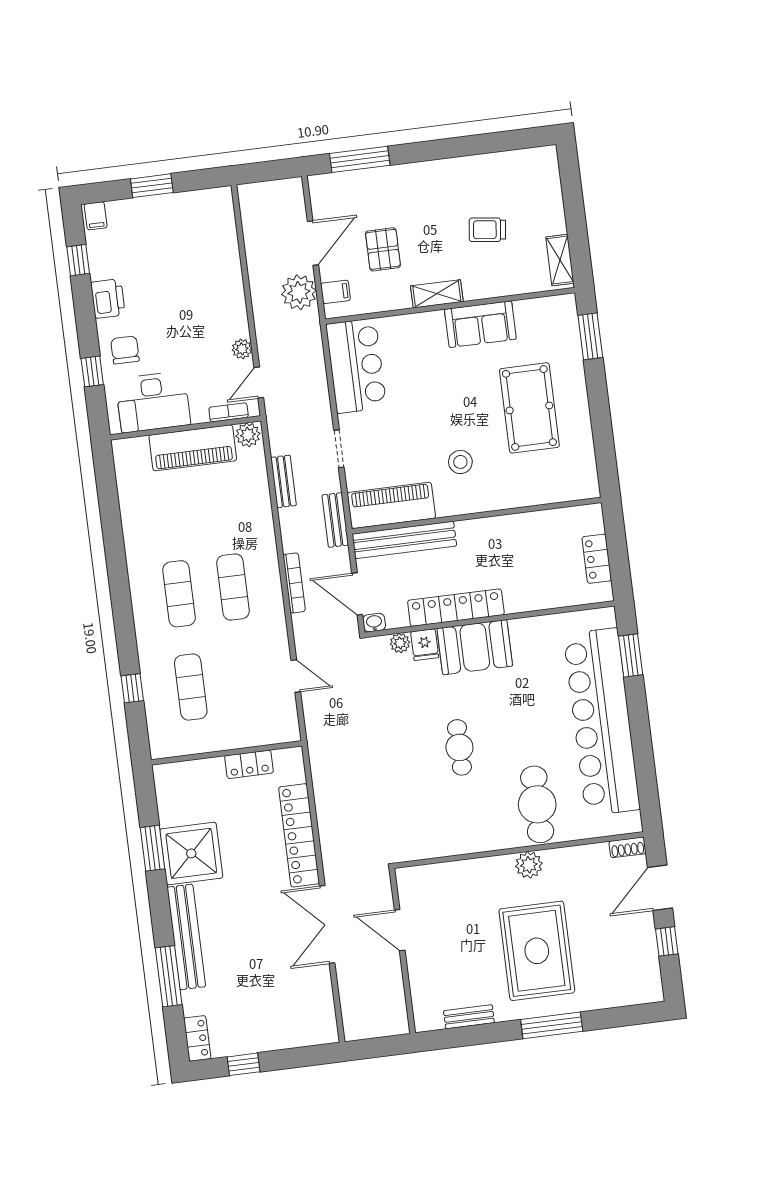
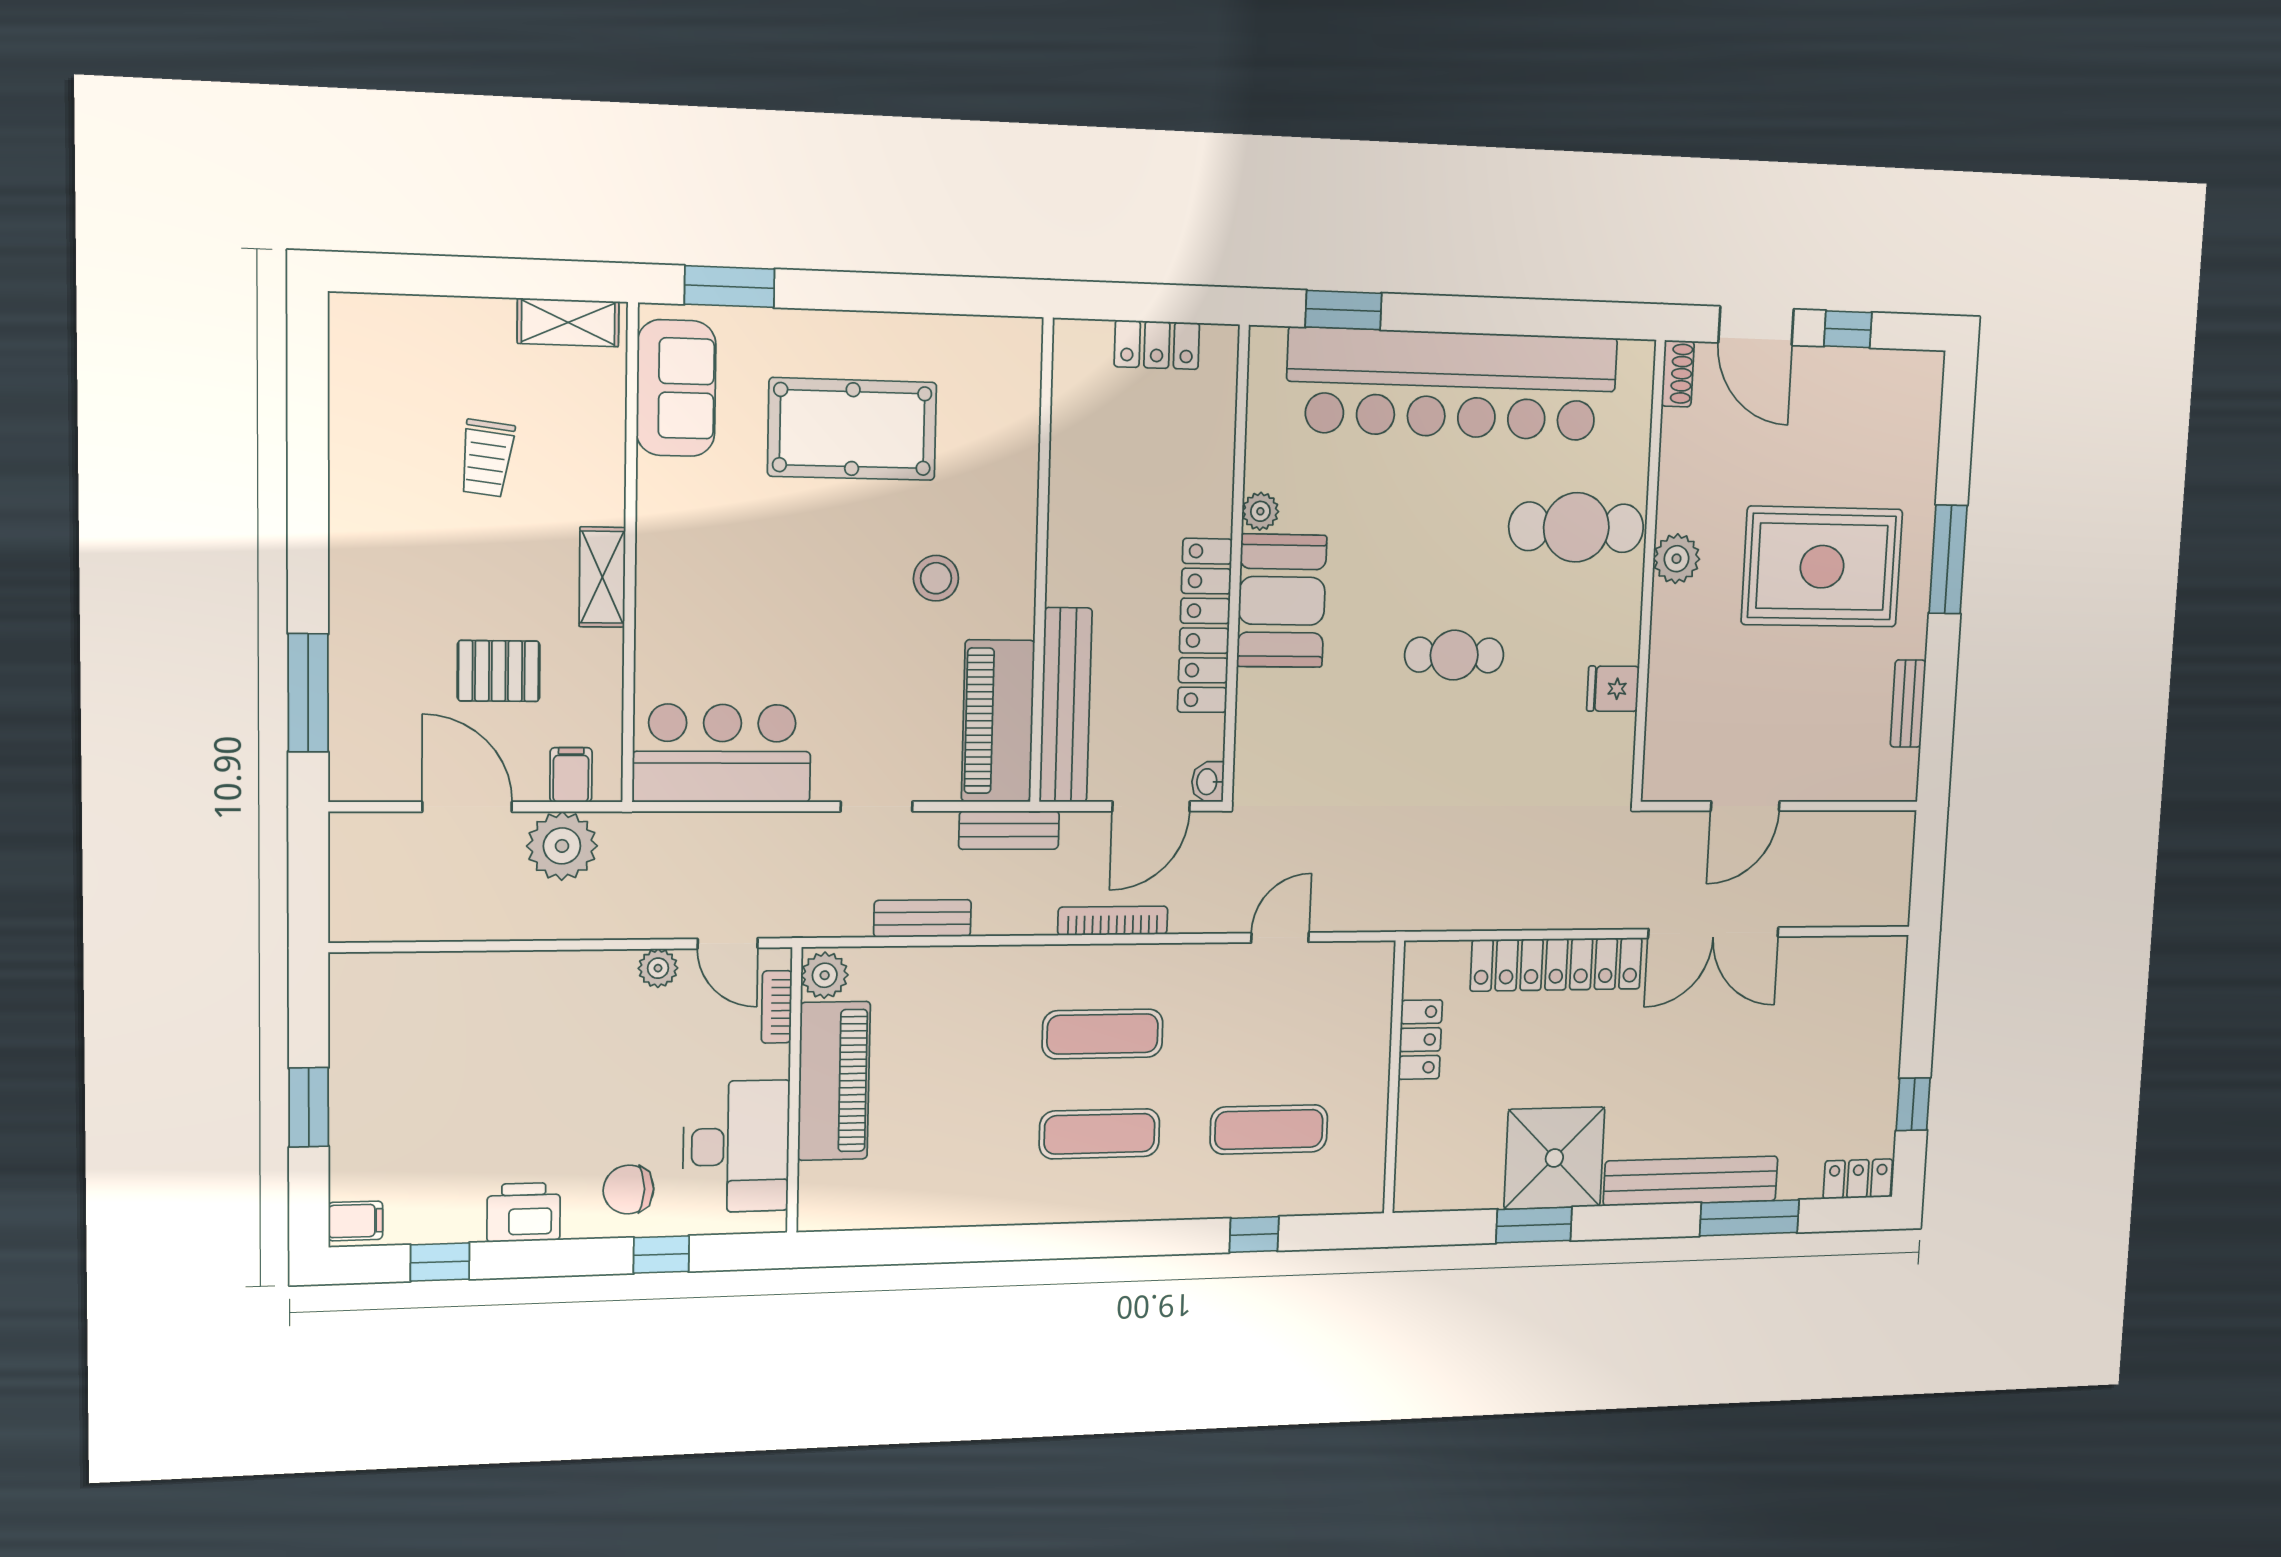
sofa: (480, 324) -> (676, 388), moved
plant: (400, 643) -> (1260, 511), moved
fridge: (425, 645) -> (1613, 689), moved, turned 180

